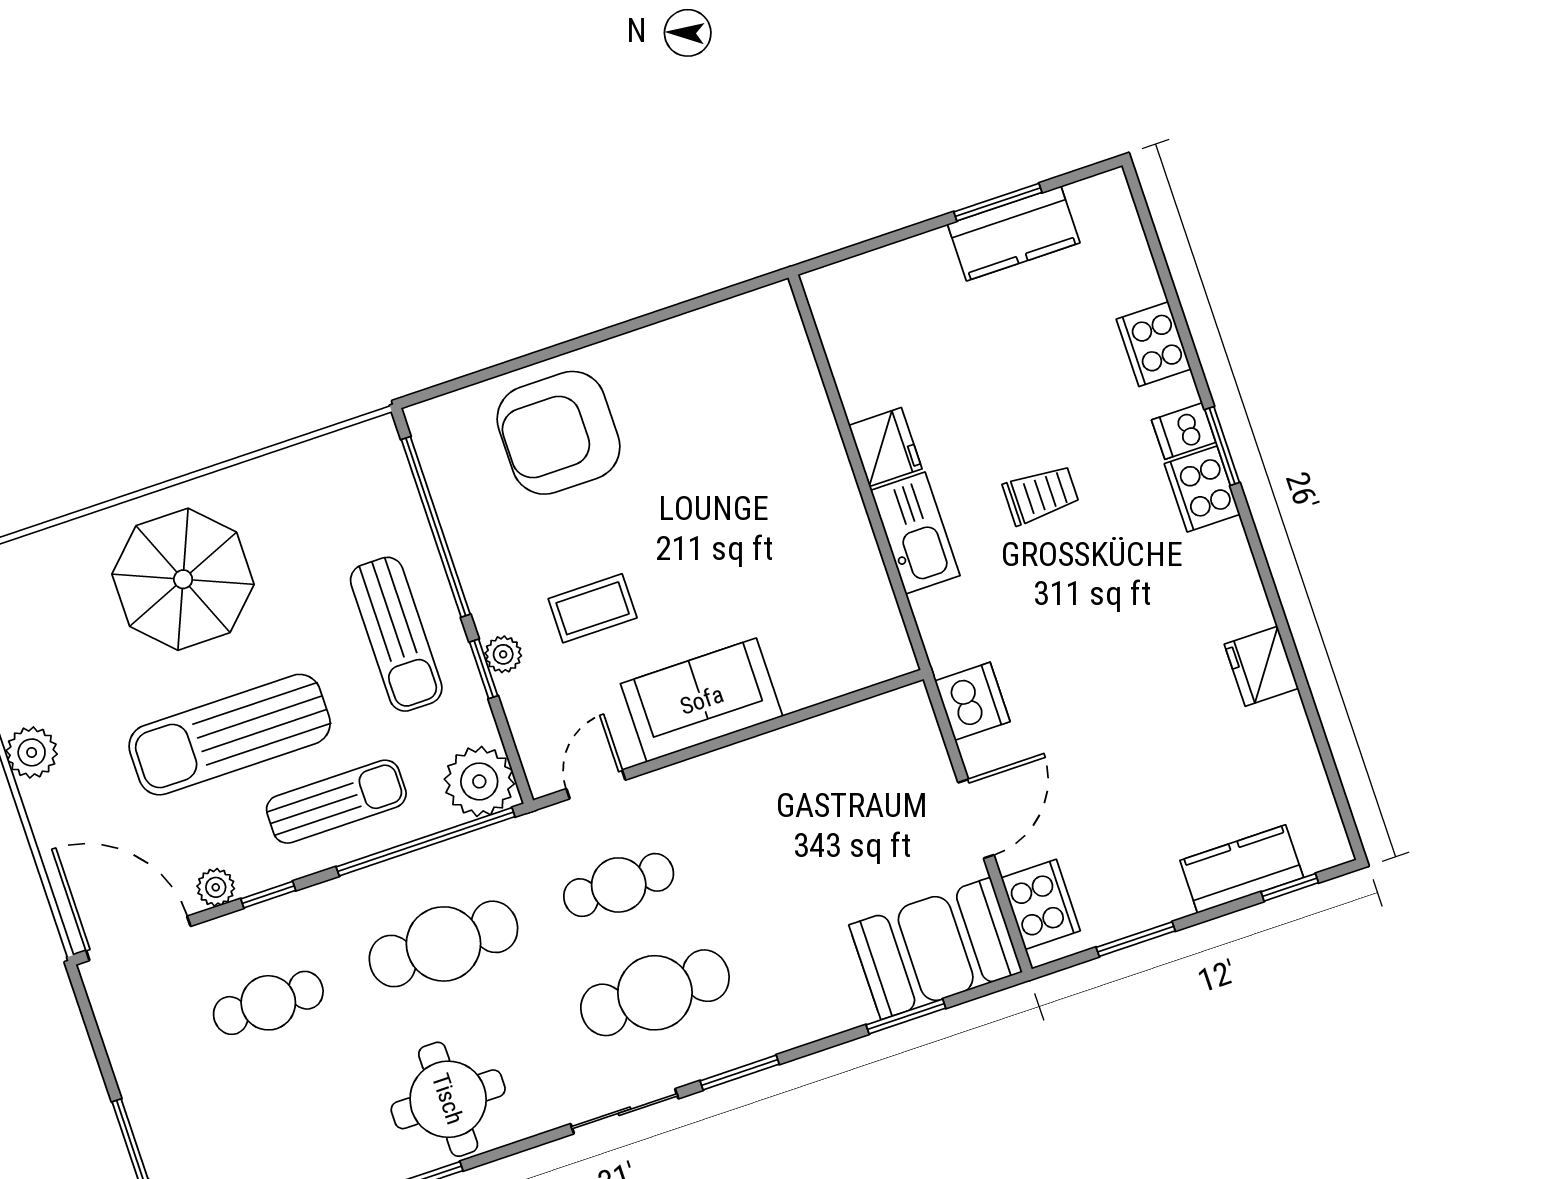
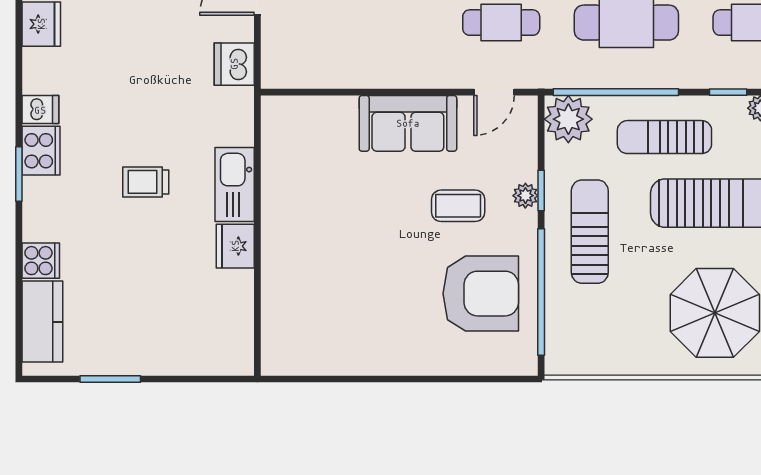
kitchen counter: (1014, 233) -> (42, 322), moved, turned 90
cooker: (1154, 344) -> (41, 261), width x0.73
dishwasher: (1184, 431) -> (40, 110), moved
armchair: (559, 433) -> (481, 294), moved

